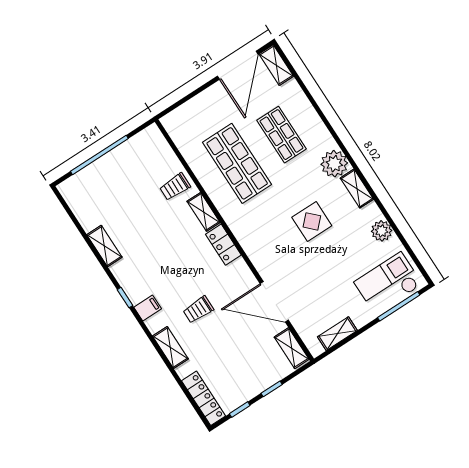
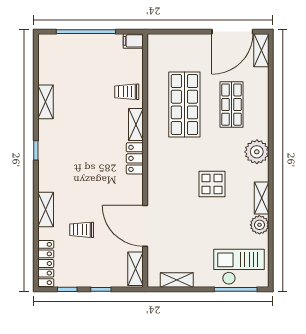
shelving: (357, 189) -> (262, 198), moved
filing cabinet: (148, 308) -> (133, 41), moved, turned 180
trolley: (198, 310) -> (82, 230), moved

